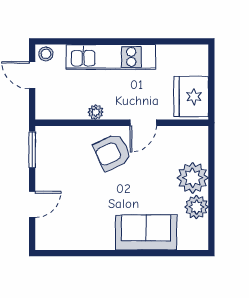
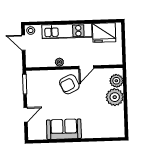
fridge: (191, 97) -> (104, 33), moved, turned -90
plant: (196, 207) -> (116, 81), moved
sofa: (146, 232) -> (64, 129), moved

